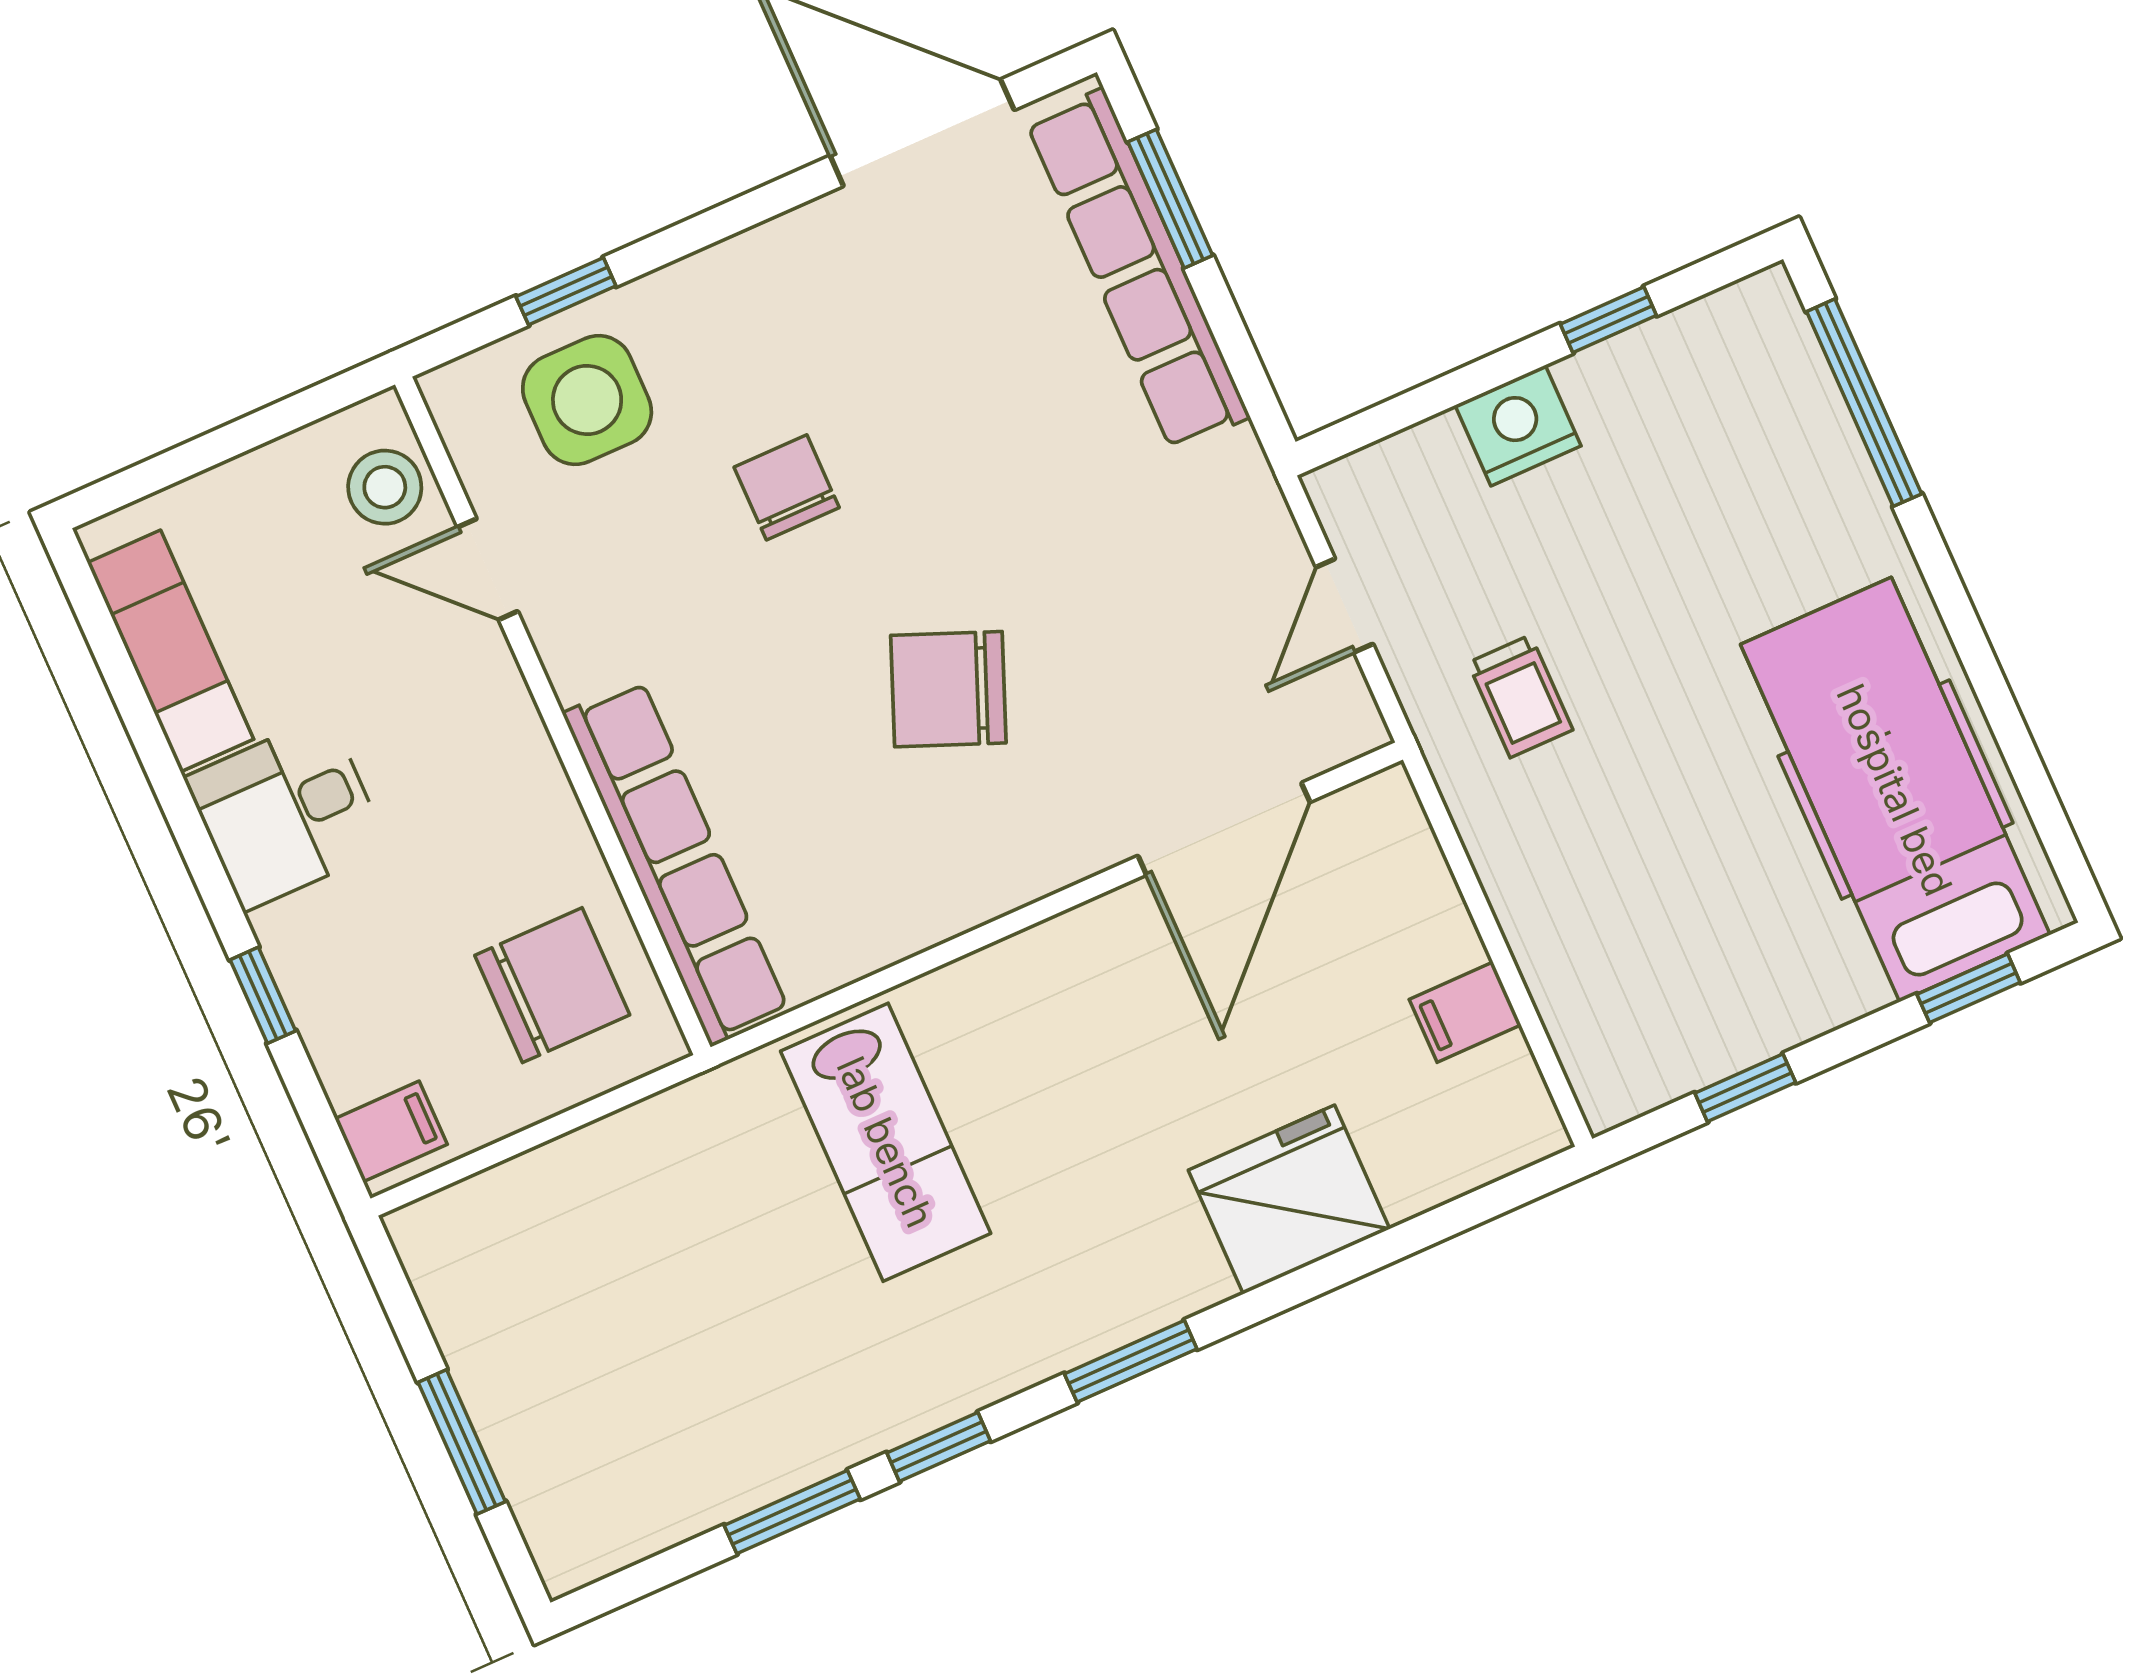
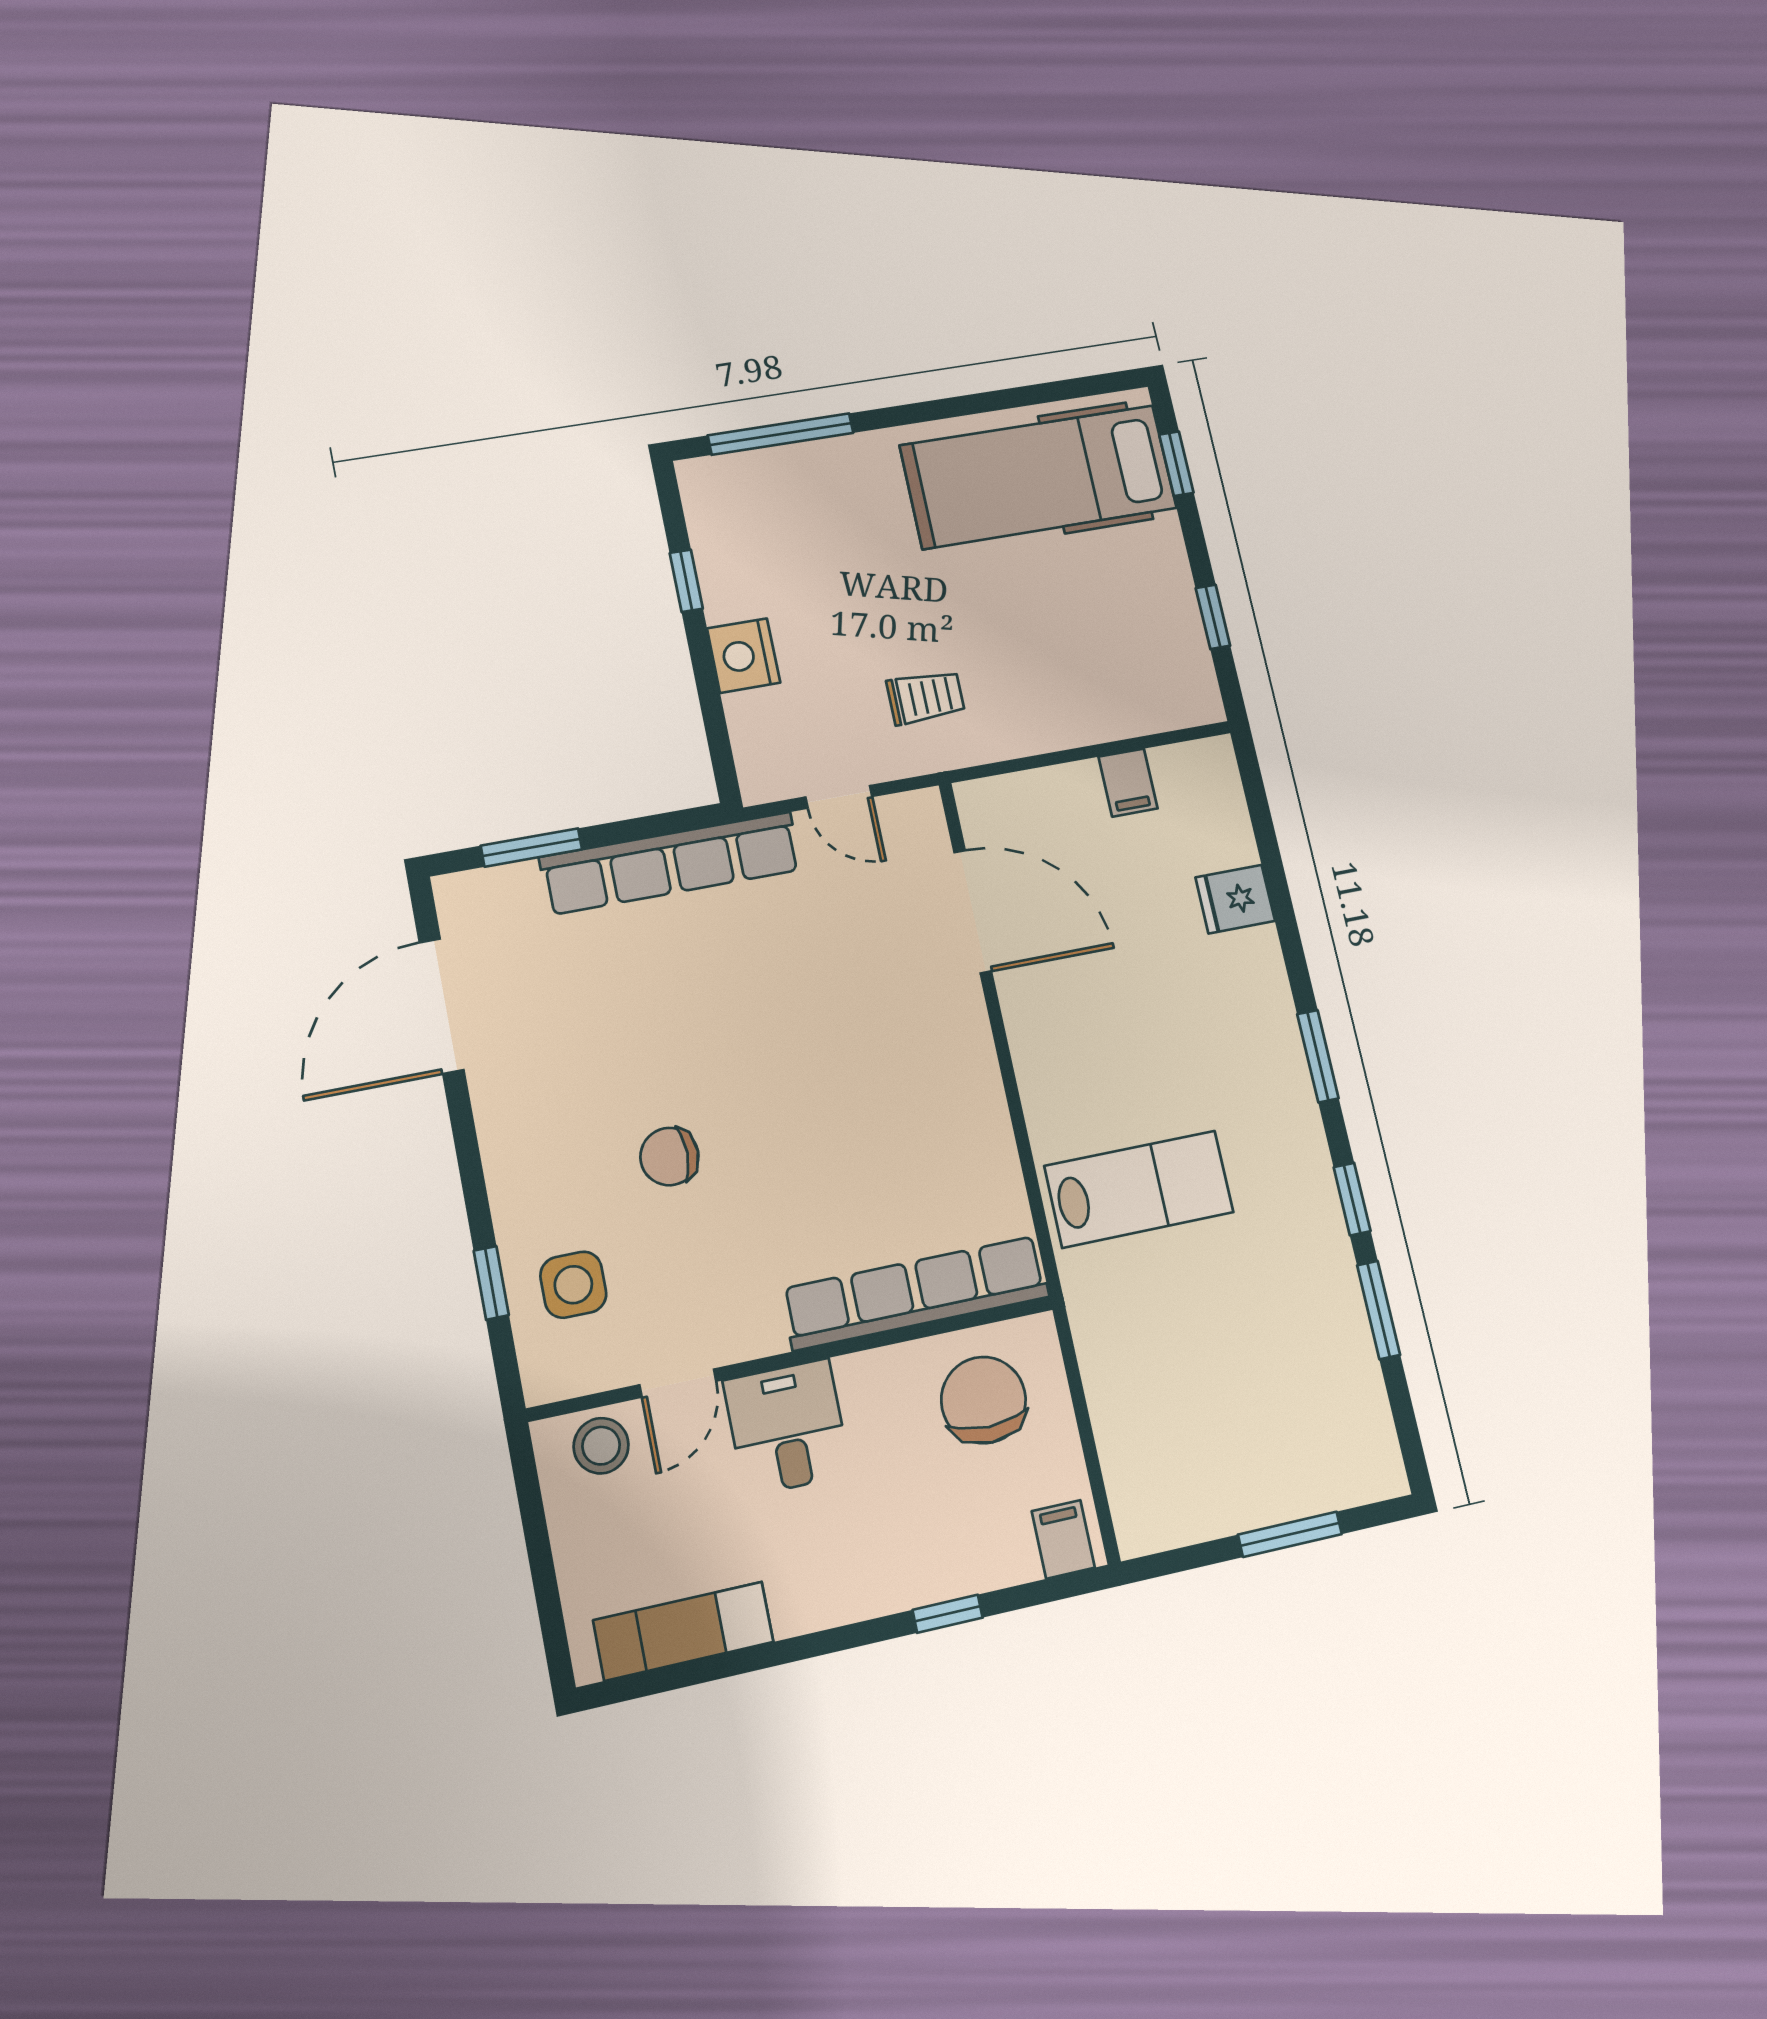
row of seats: (1138, 270) -> (671, 863), moved
side table: (587, 400) -> (573, 1285), width x0.73, depth x0.73
chair: (948, 689) -> (836, 1076), removed
desk: (286, 813) -> (787, 1427), moved, turned 180
fridge: (1289, 1200) -> (1235, 899), width x0.53, depth x0.75

